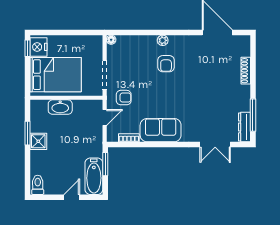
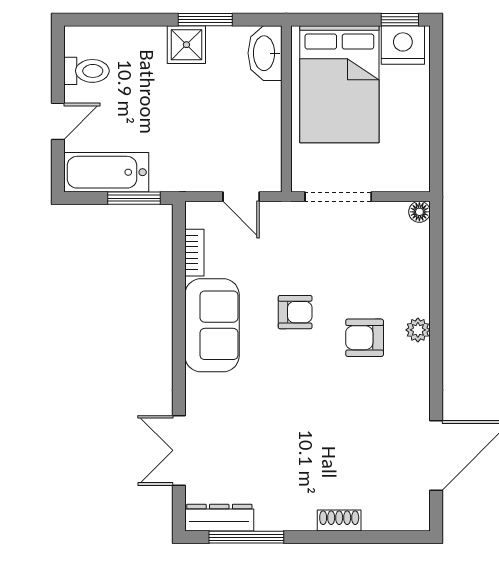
shoe rack: (246, 71) -> (339, 520), width x0.70
armchair: (124, 98) -> (295, 312), moved, turned -90
washbasin: (60, 107) -> (265, 53), moved
toilet: (38, 185) -> (86, 71), moved
door: (72, 197) -> (58, 121), hinge flipped

